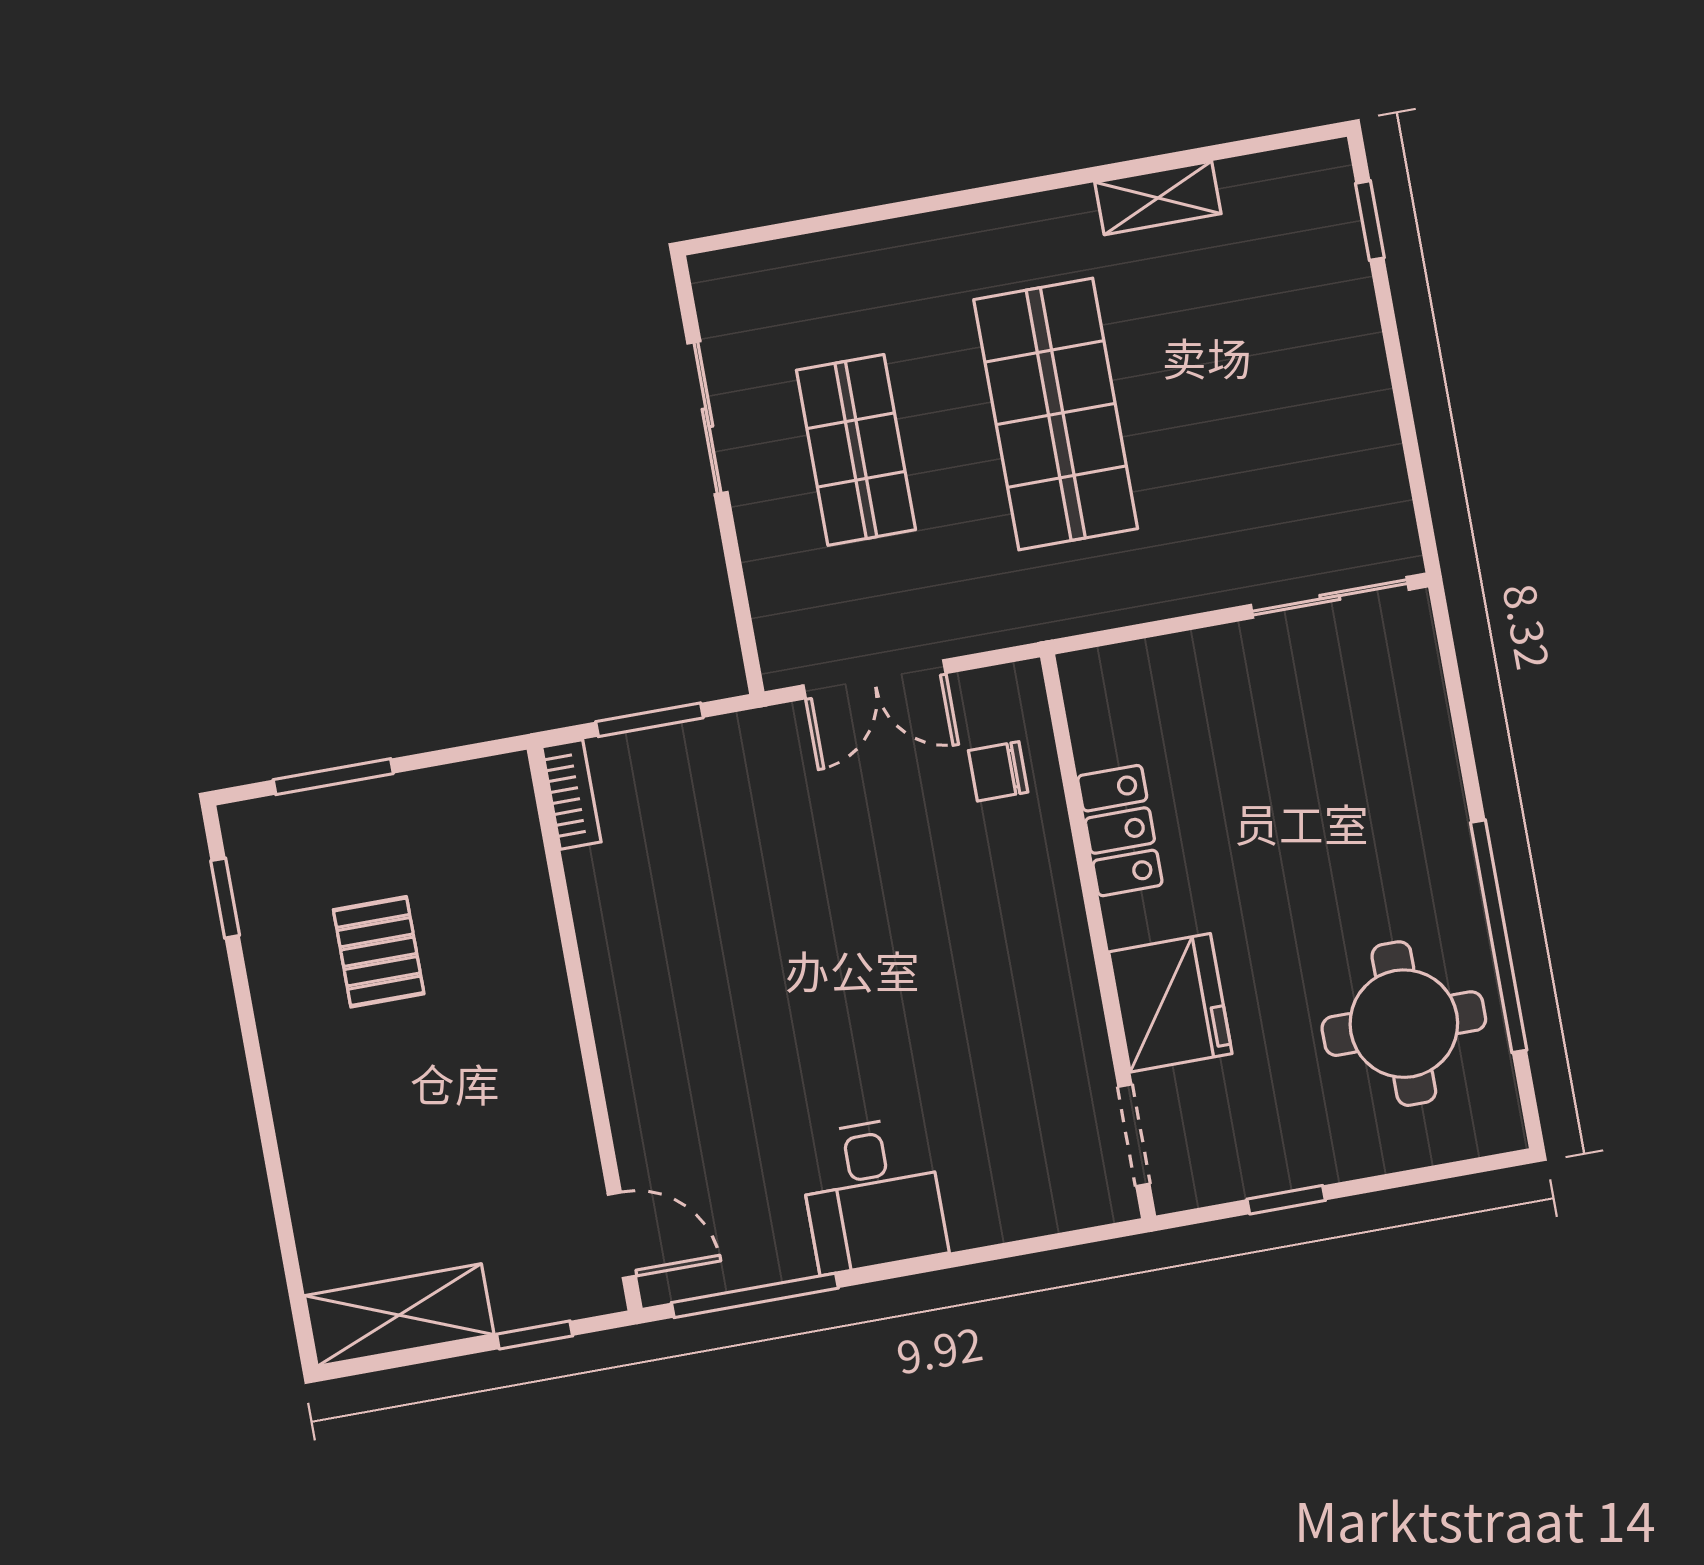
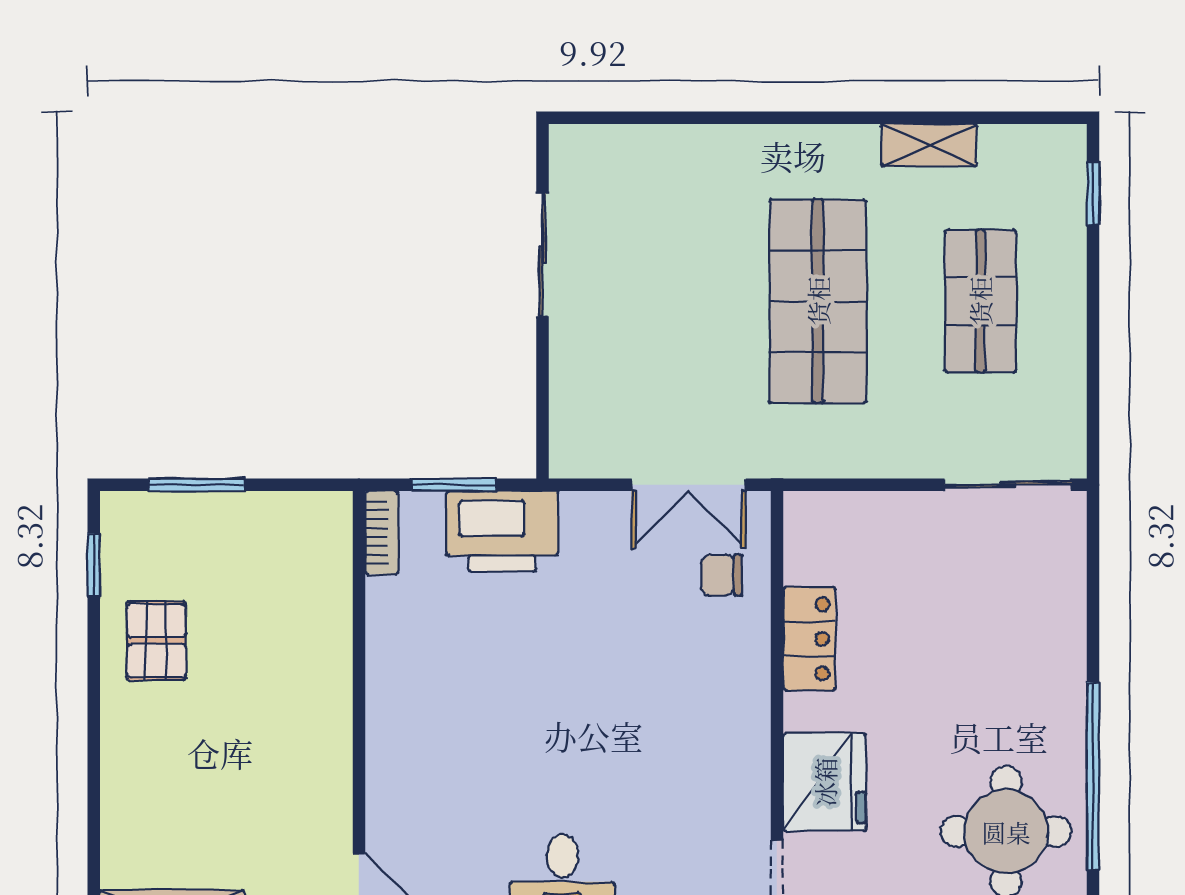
shop shelf: (856, 450) -> (980, 301), moved
double door: (874, 679) -> (689, 485), moved
printer: (719, 766) -> (502, 531), added
pallet: (379, 952) -> (156, 641), moved

